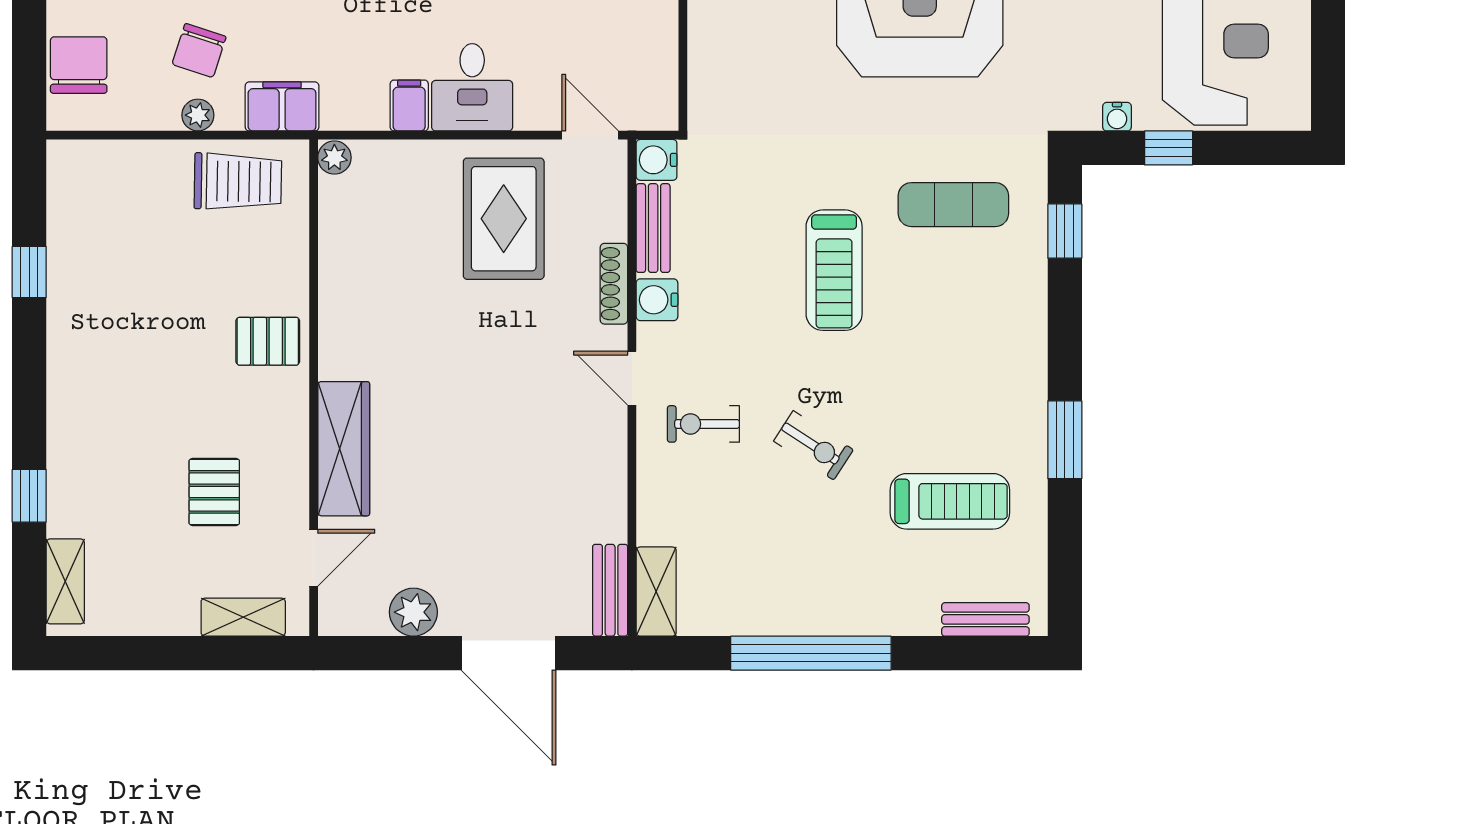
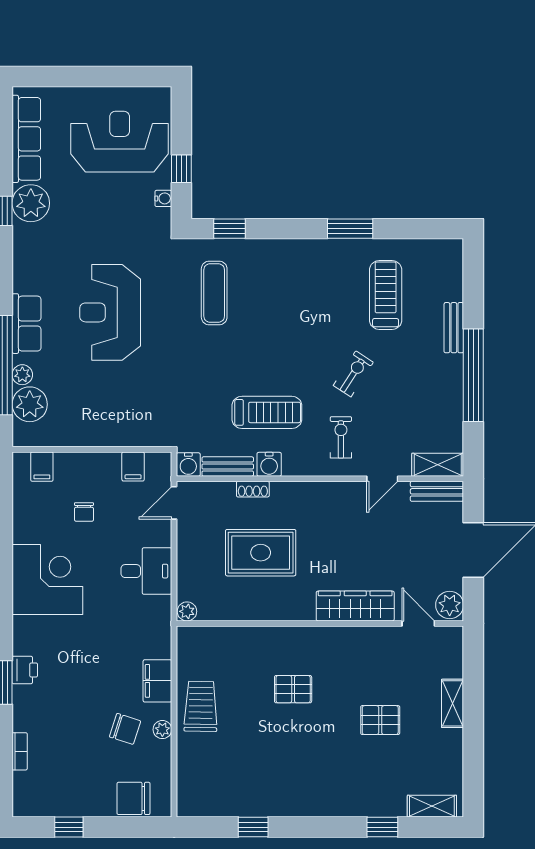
filing cabinet: (409, 105) -> (133, 466), moved, turned -90
plant: (334, 158) -> (187, 611), moved
rug: (504, 219) -> (261, 553), moved
treadmill: (834, 270) -> (267, 412), moved
shoe rack: (614, 284) -> (253, 489), width x0.70
pallet: (268, 341) -> (293, 689), turned 90
door: (632, 378) -> (382, 479), moved
wall: (314, 388) -> (320, 623), moved
exercise bike: (703, 424) -> (341, 437), turned 180
wardrobe: (344, 449) -> (355, 606), moved
door: (314, 558) -> (418, 623), moved
bench: (985, 619) -> (454, 328), moved

